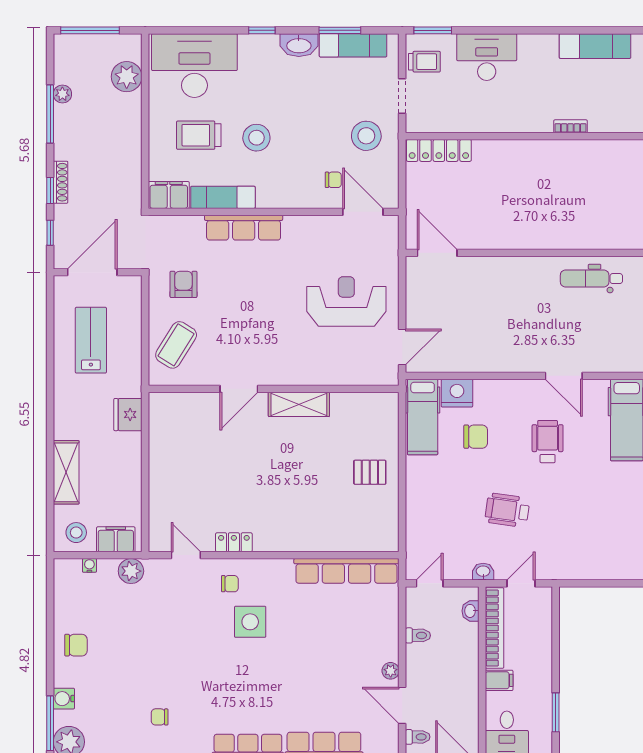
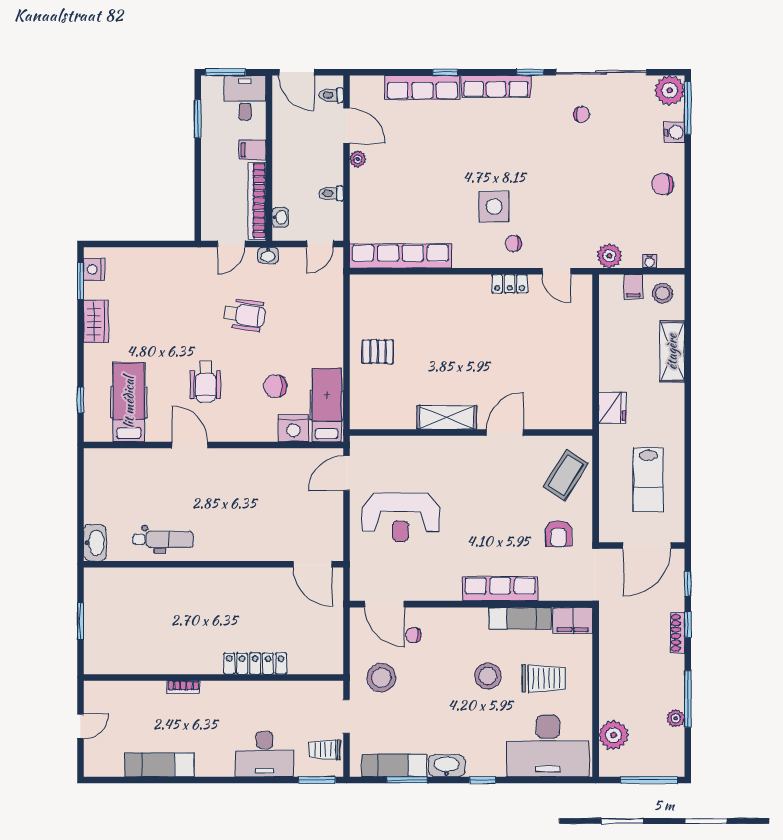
locker: (439, 150) -> (255, 664), moved
filing cabinet: (116, 539) -> (633, 287), width x0.50

